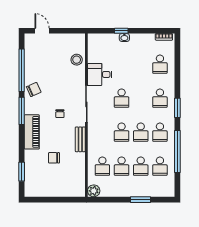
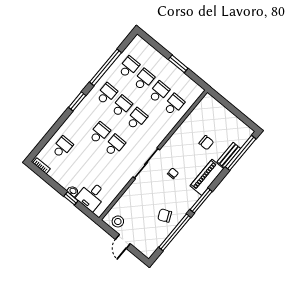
door: (42, 31) -> (123, 242), moved
stool: (77, 60) -> (118, 221), moved
desk: (100, 74) -> (91, 196), moved, turned 90
chair: (34, 89) -> (165, 216), moved
school desk: (160, 98) -> (100, 133), moved
bench: (80, 139) -> (229, 155), moved
window: (22, 172) -> (241, 153), width x2.11
plant: (94, 191) -> (197, 91), removed
window: (140, 200) -> (178, 64), moved

